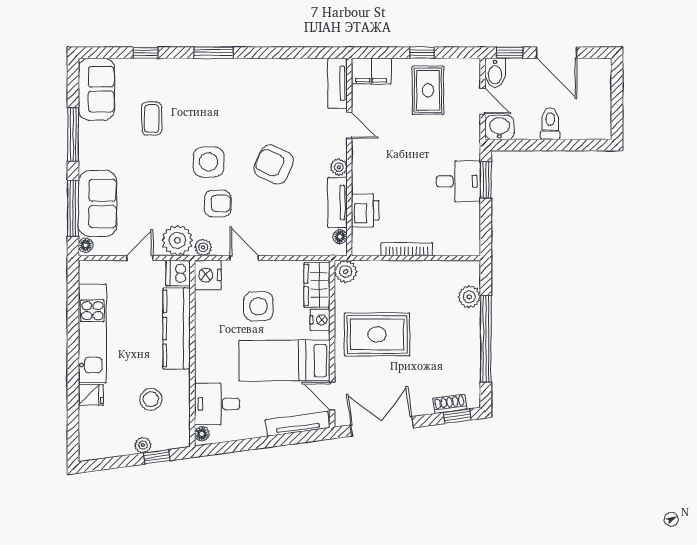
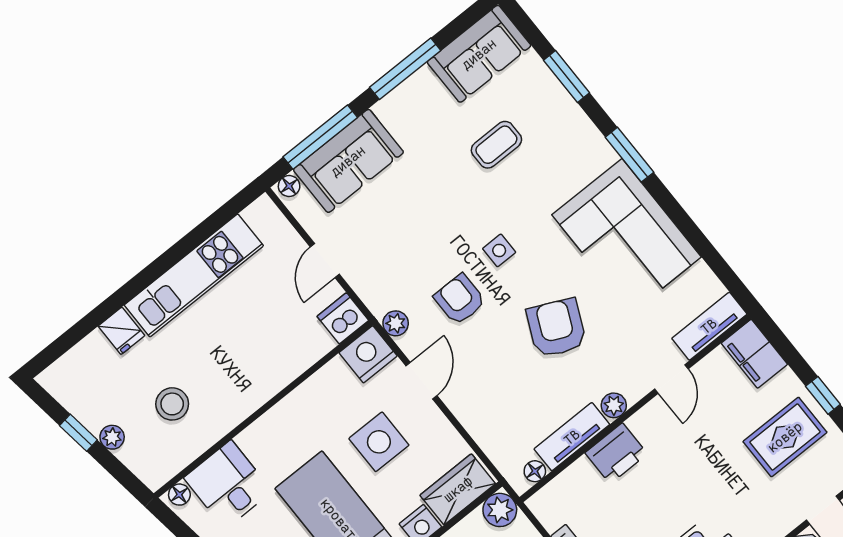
window: (145, 53) -> (567, 76), width x1.50
corner sofa: (255, 89) -> (627, 236), added
side table: (209, 162) -> (499, 250), width x0.54, depth x0.54
armchair: (218, 203) -> (460, 299), turned 180
printer: (365, 210) -> (616, 453), moved
plant: (177, 240) -> (380, 287), removed
door: (140, 258) -> (325, 260), swing flipped
kitchen counter: (177, 328) -> (278, 368), removed
window: (157, 457) -> (78, 433), moved

